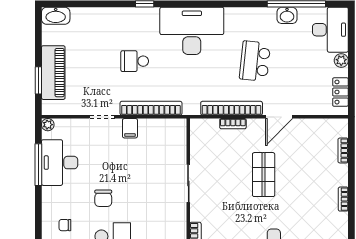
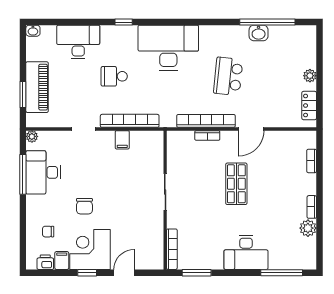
washbasin: (56, 16) -> (33, 31), width x0.52, depth x0.69
desk: (330, 30) -> (78, 42), moved, turned -90
filing cabinet: (130, 128) -> (122, 140), moved
plant: (339, 221) -> (308, 228), added

